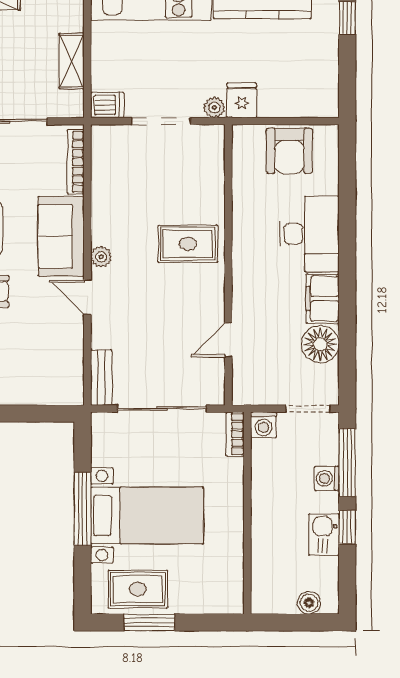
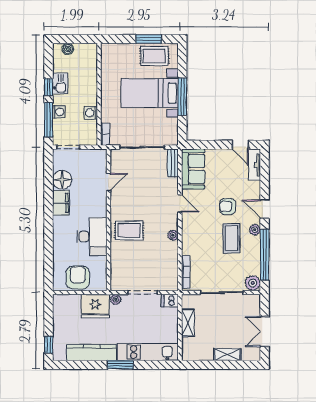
fridge: (242, 100) -> (95, 306), width x1.88, depth x1.34
desk: (309, 234) -> (92, 237), moved, turned 180
sofa: (61, 236) -> (193, 169), moved
plant: (101, 257) -> (173, 235), moved
washing machine: (264, 425) -> (91, 113), moved, turned -90

